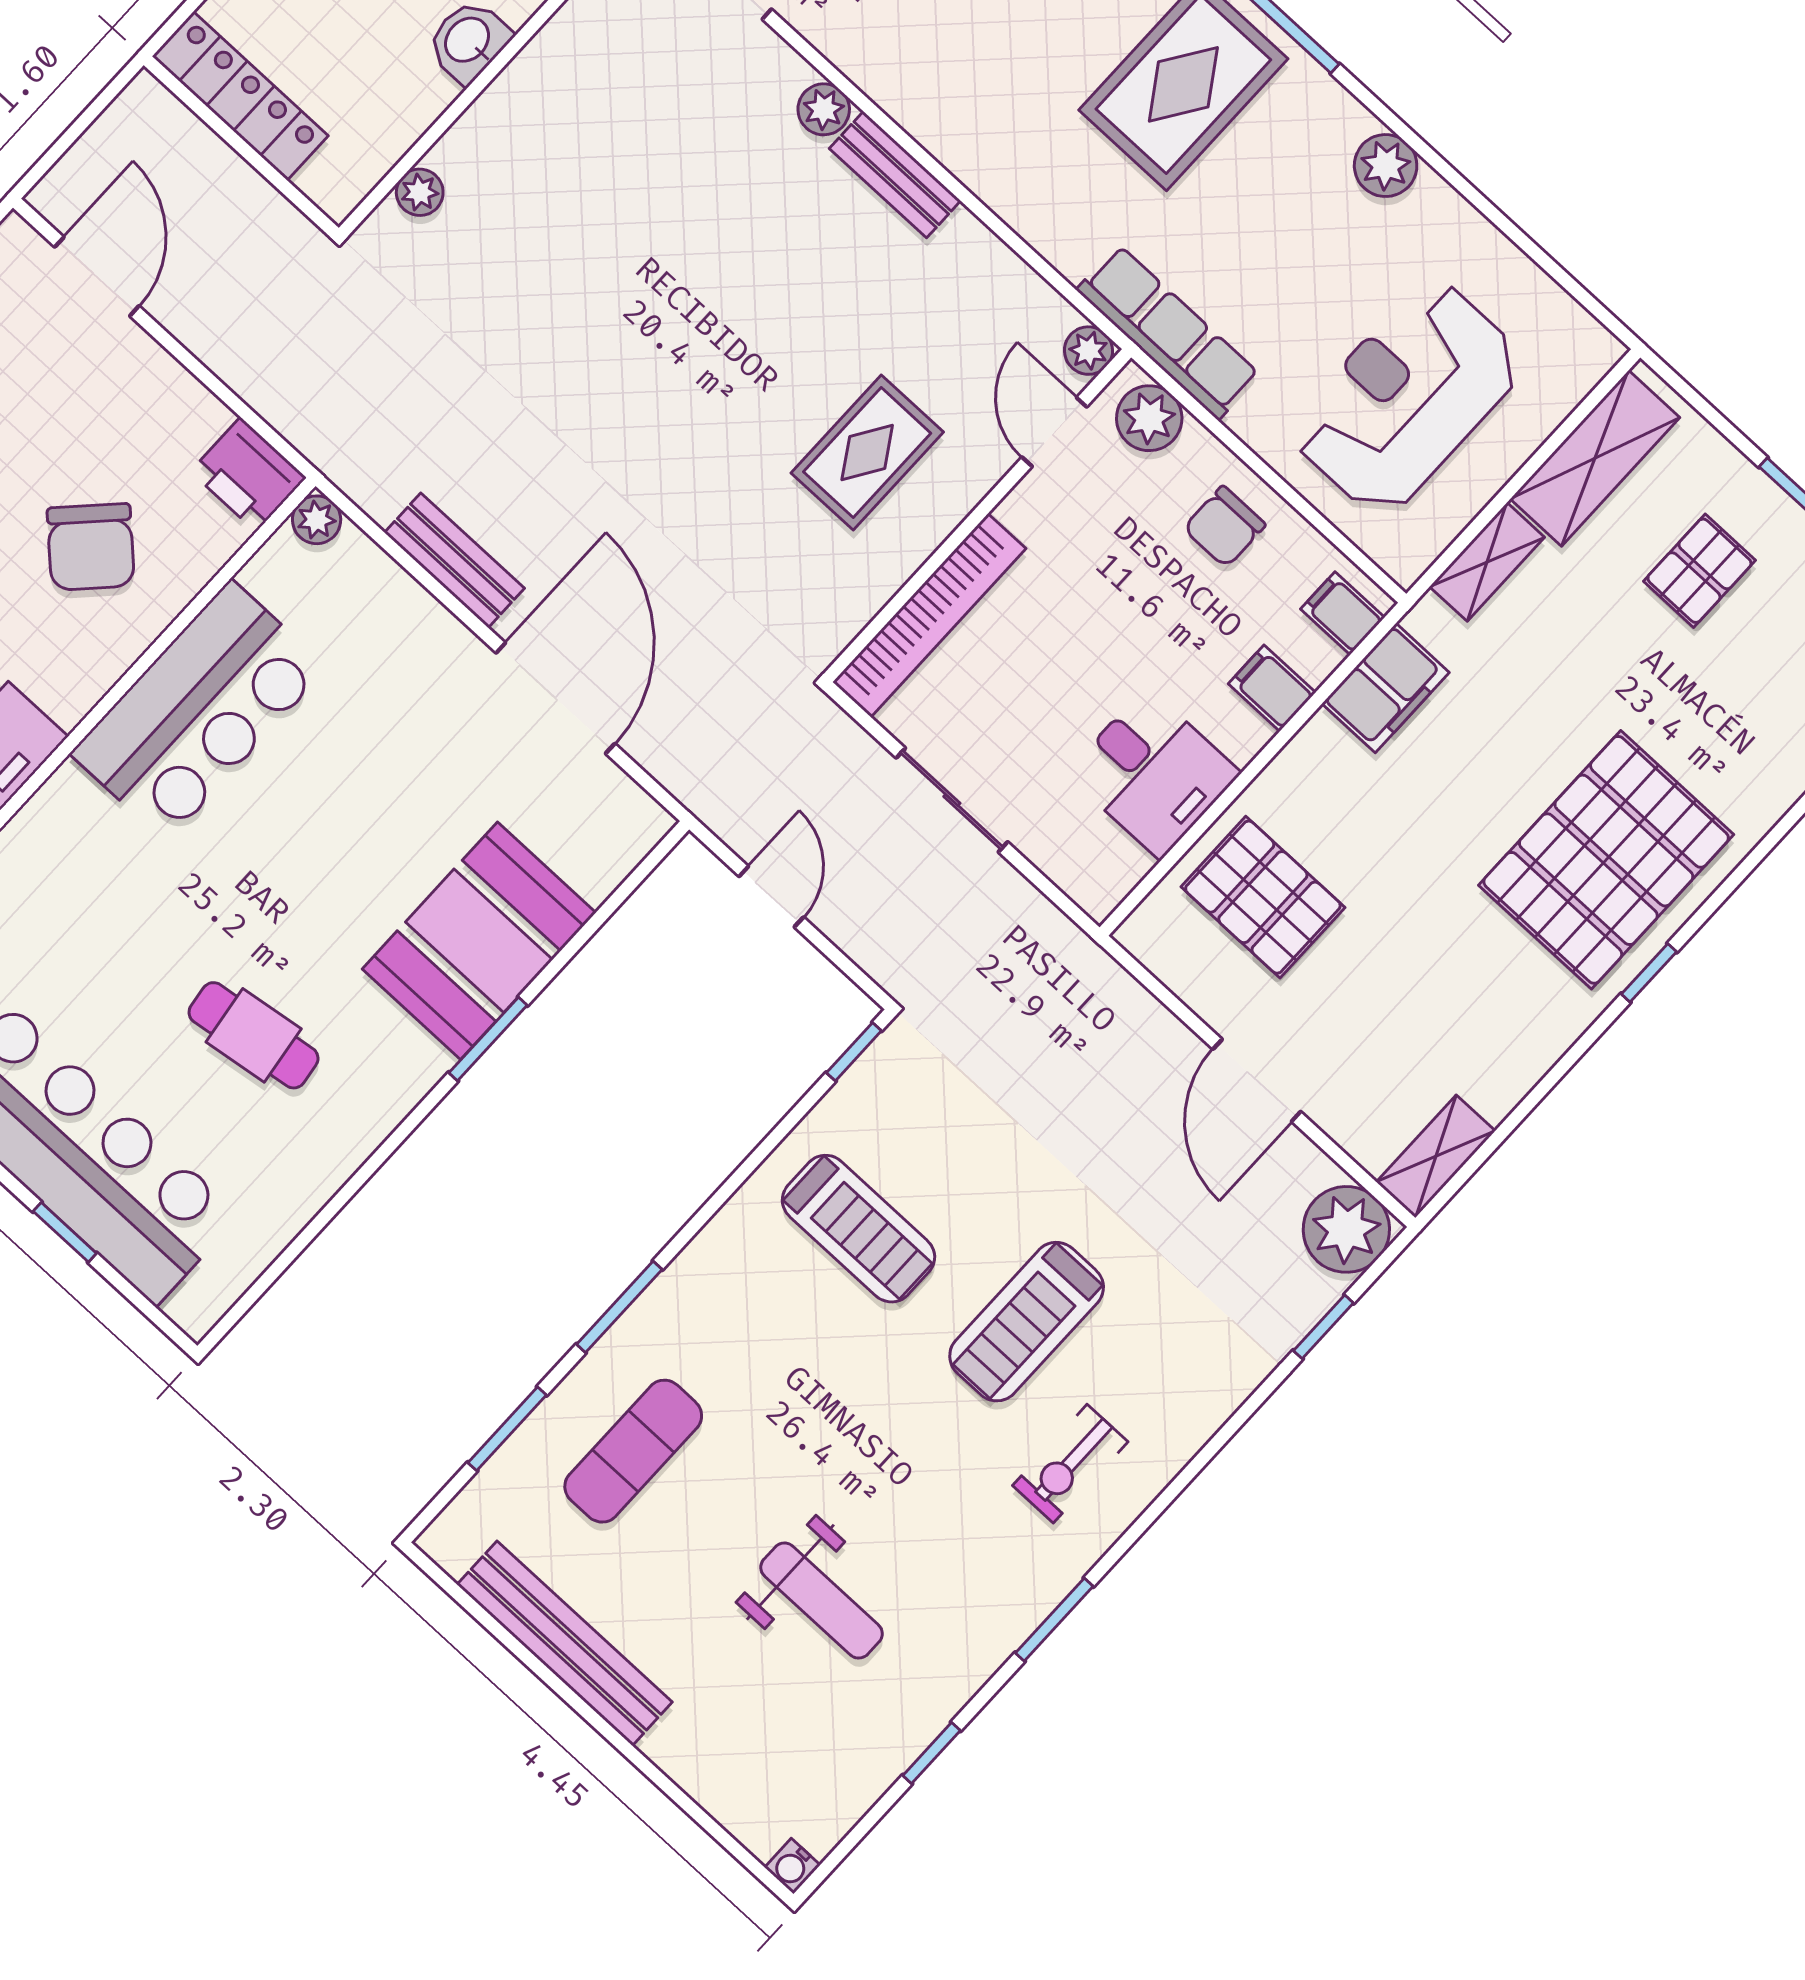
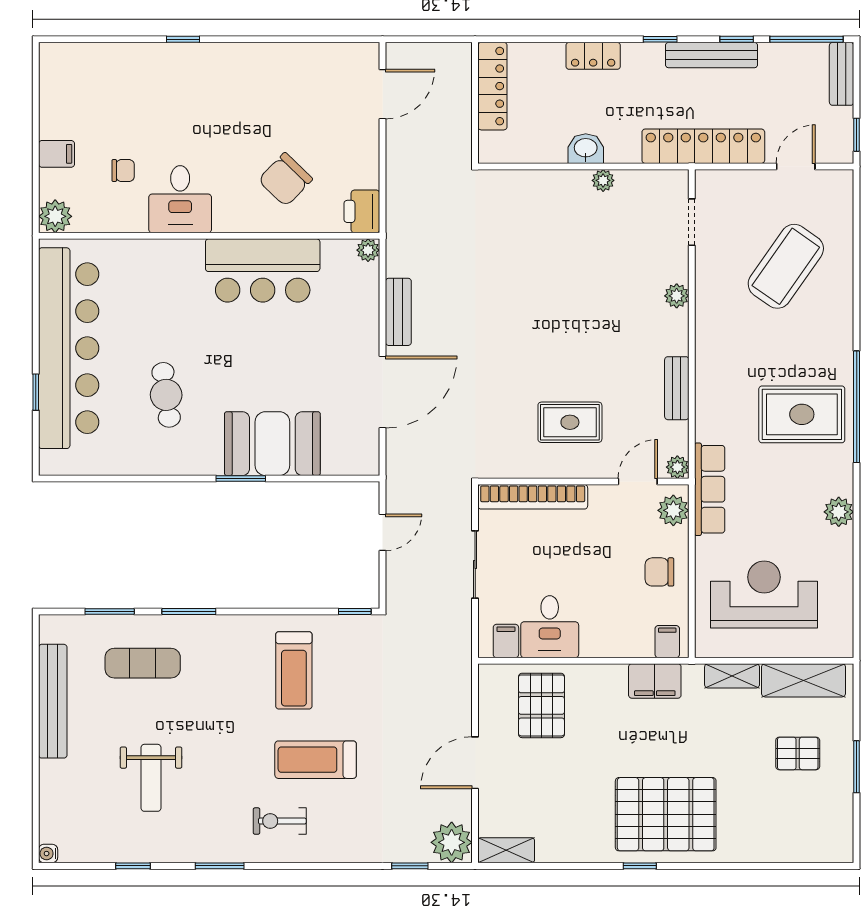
bench: (895, 175) -> (677, 388), moved
plant: (420, 192) -> (603, 180), moved
filing cabinet: (1272, 688) -> (506, 641), moved

